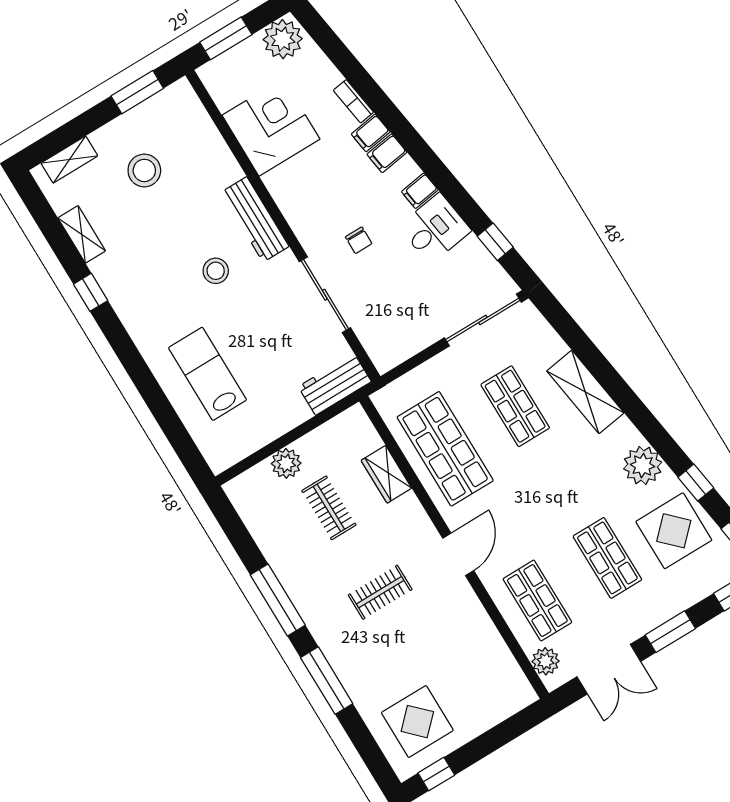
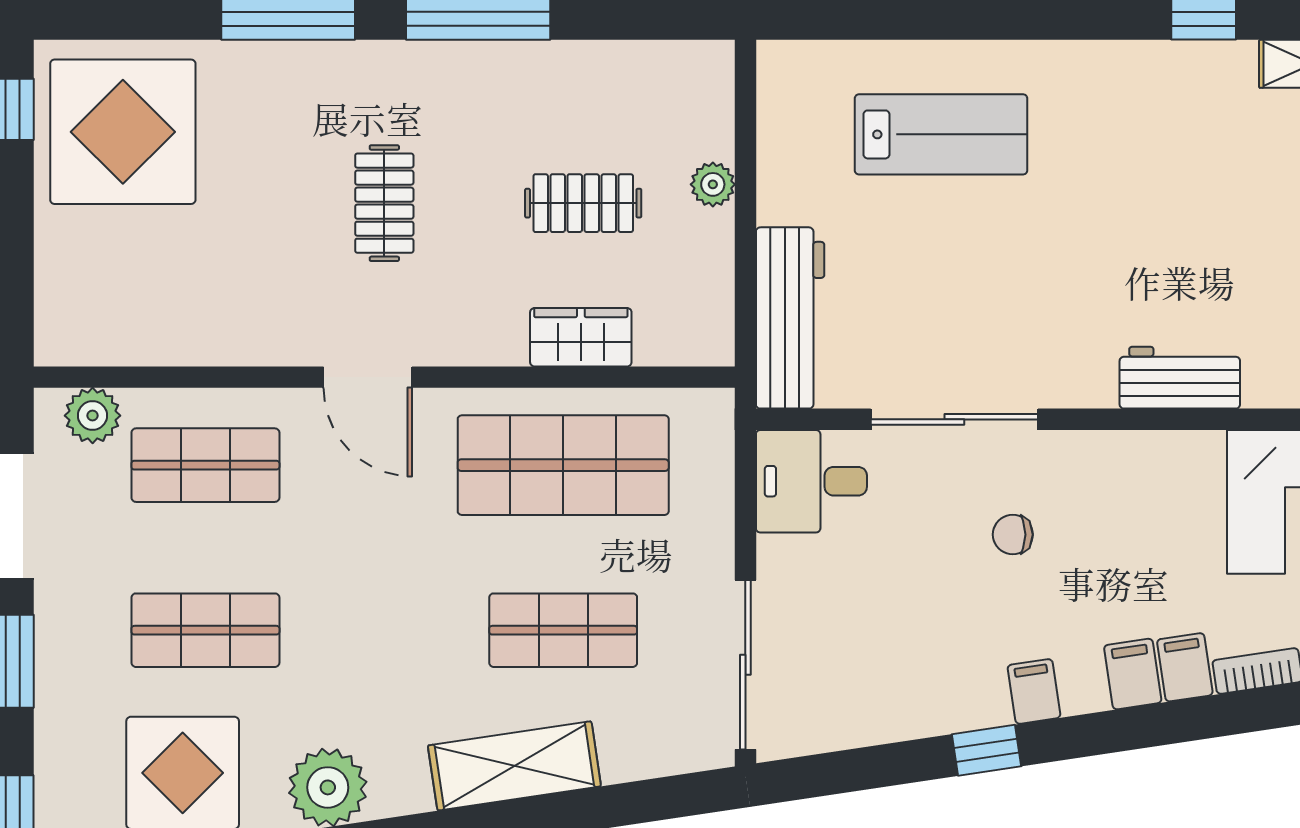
workbench: (255, 219) -> (1180, 378), width x0.73
desk: (435, 229) -> (811, 481), moved, turned 98
window: (495, 242) -> (987, 750), moved
stool: (216, 271) -> (1110, 256), removed
workbench: (335, 384) -> (790, 318), width x1.37
plant: (286, 463) -> (713, 184), width x0.73, depth x0.73
display table: (417, 722) -> (123, 132), width x1.36, depth x1.36

